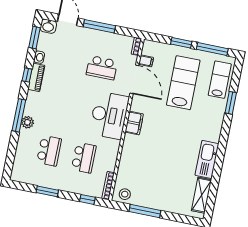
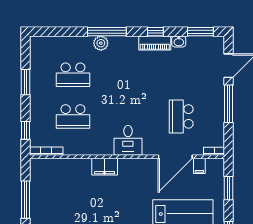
washbasin: (48, 26) -> (217, 45), removed
window: (181, 43) -> (229, 188), moved
desk: (109, 115) -> (128, 140), width x0.53, depth x0.77
filing cabinet: (134, 123) -> (105, 167), moved
stool: (125, 194) -> (40, 172), removed

